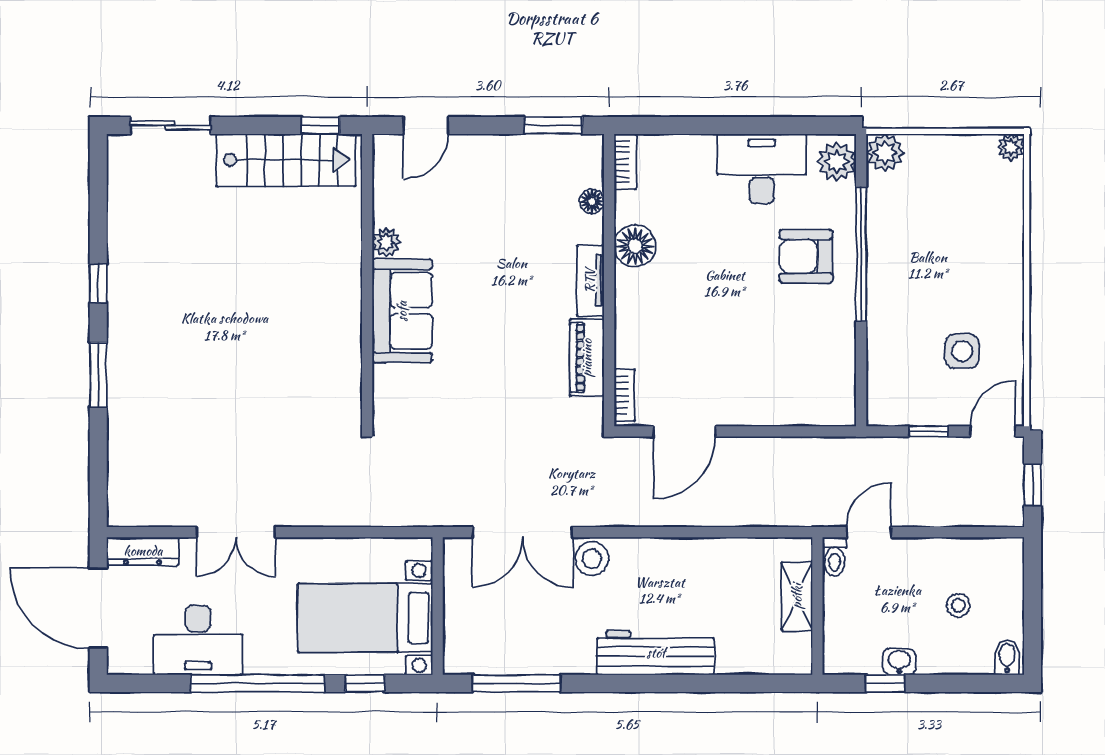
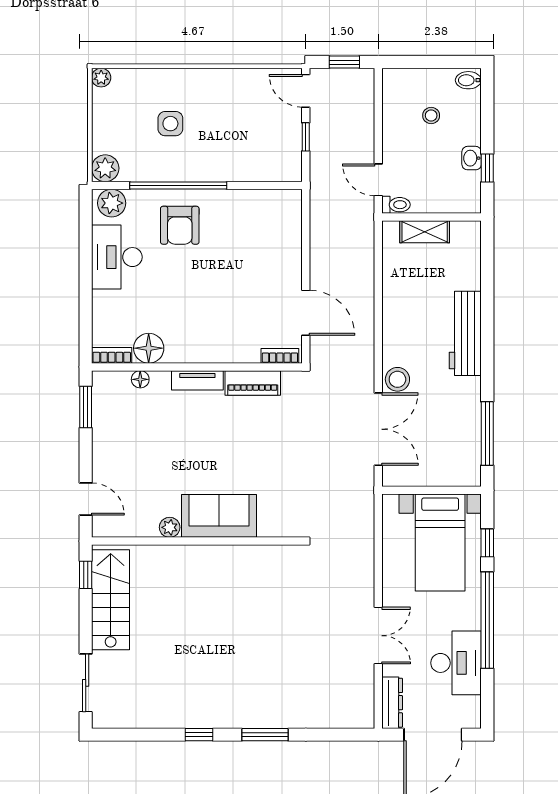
floor lamp: (635, 246) -> (149, 348), moved
side table: (962, 351) -> (170, 124), moved

